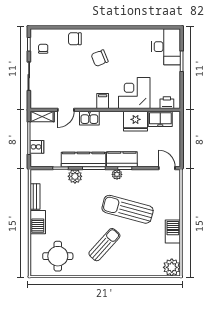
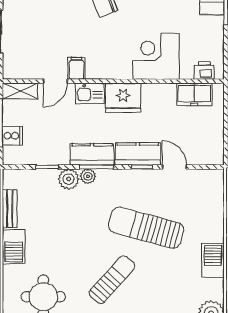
filing cabinet: (103, 101) -> (76, 68), moved
fridge: (136, 121) -> (123, 98), moved
kitchen counter: (83, 159) -> (92, 154), width x0.67
door: (167, 168) -> (174, 167), moved
plant: (117, 174) -> (88, 176), moved

